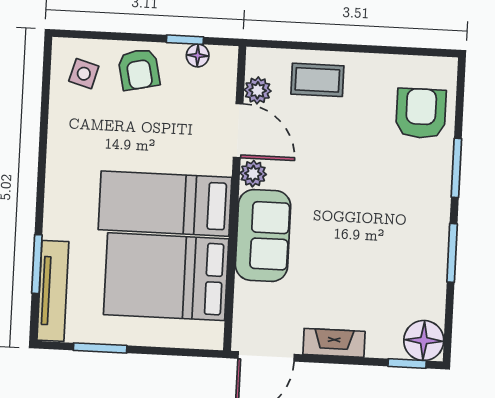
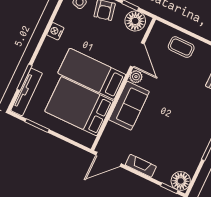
floor lamp: (198, 55) -> (135, 21), width x1.89, depth x1.89
plant: (258, 90) -> (153, 41), removed
nightstand: (60, 150) -> (55, 31), added

